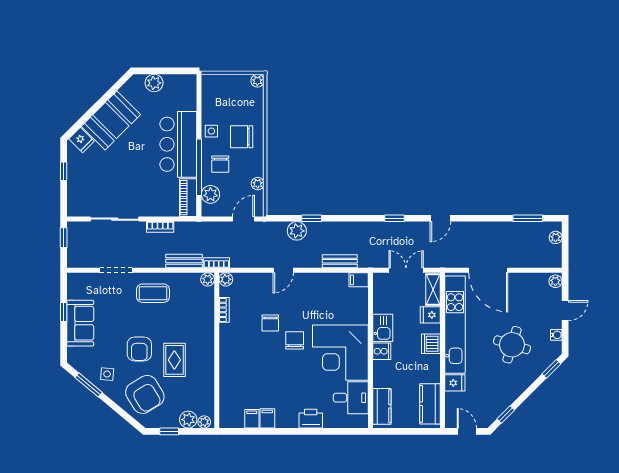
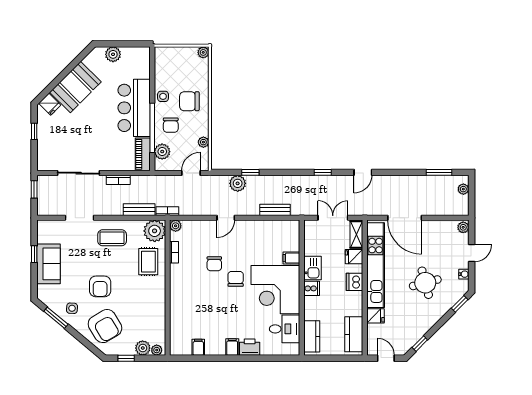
plant: (208, 279) -> (155, 231), width x1.88, depth x1.88
filing cabinet: (359, 280) -> (291, 258), moved
round table: (512, 345) -> (425, 283), turned -32
rug: (174, 360) -> (148, 262), moved
filing cabinet: (267, 418) -> (232, 347), moved

